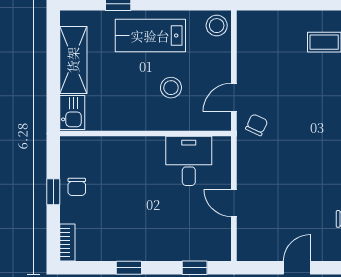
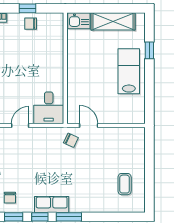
stool: (217, 26) -> (135, 114), removed
stool: (171, 88) -> (95, 85), removed
desk: (189, 161) -> (49, 108), moved, turned 90

